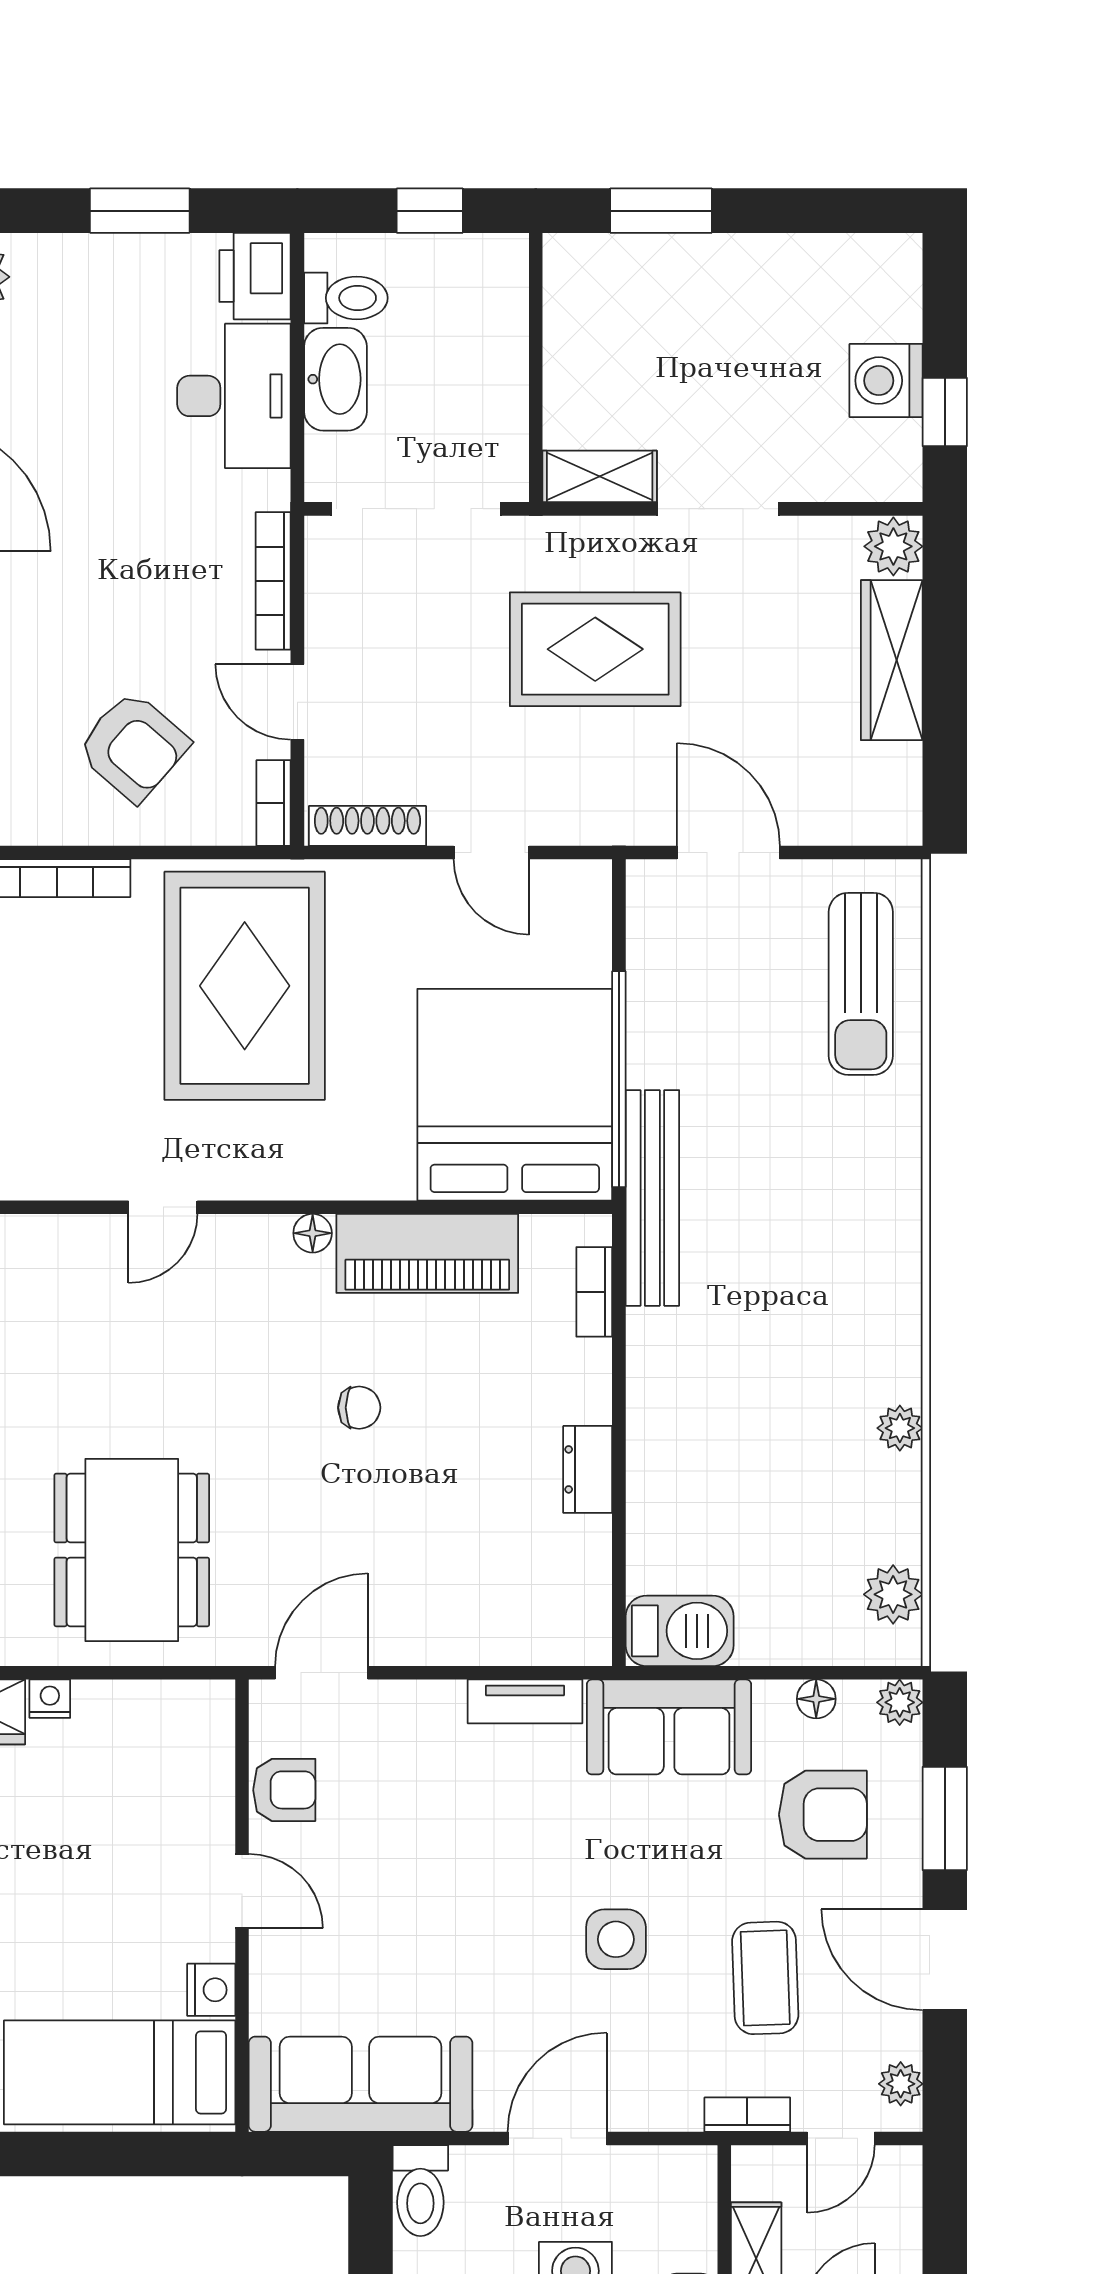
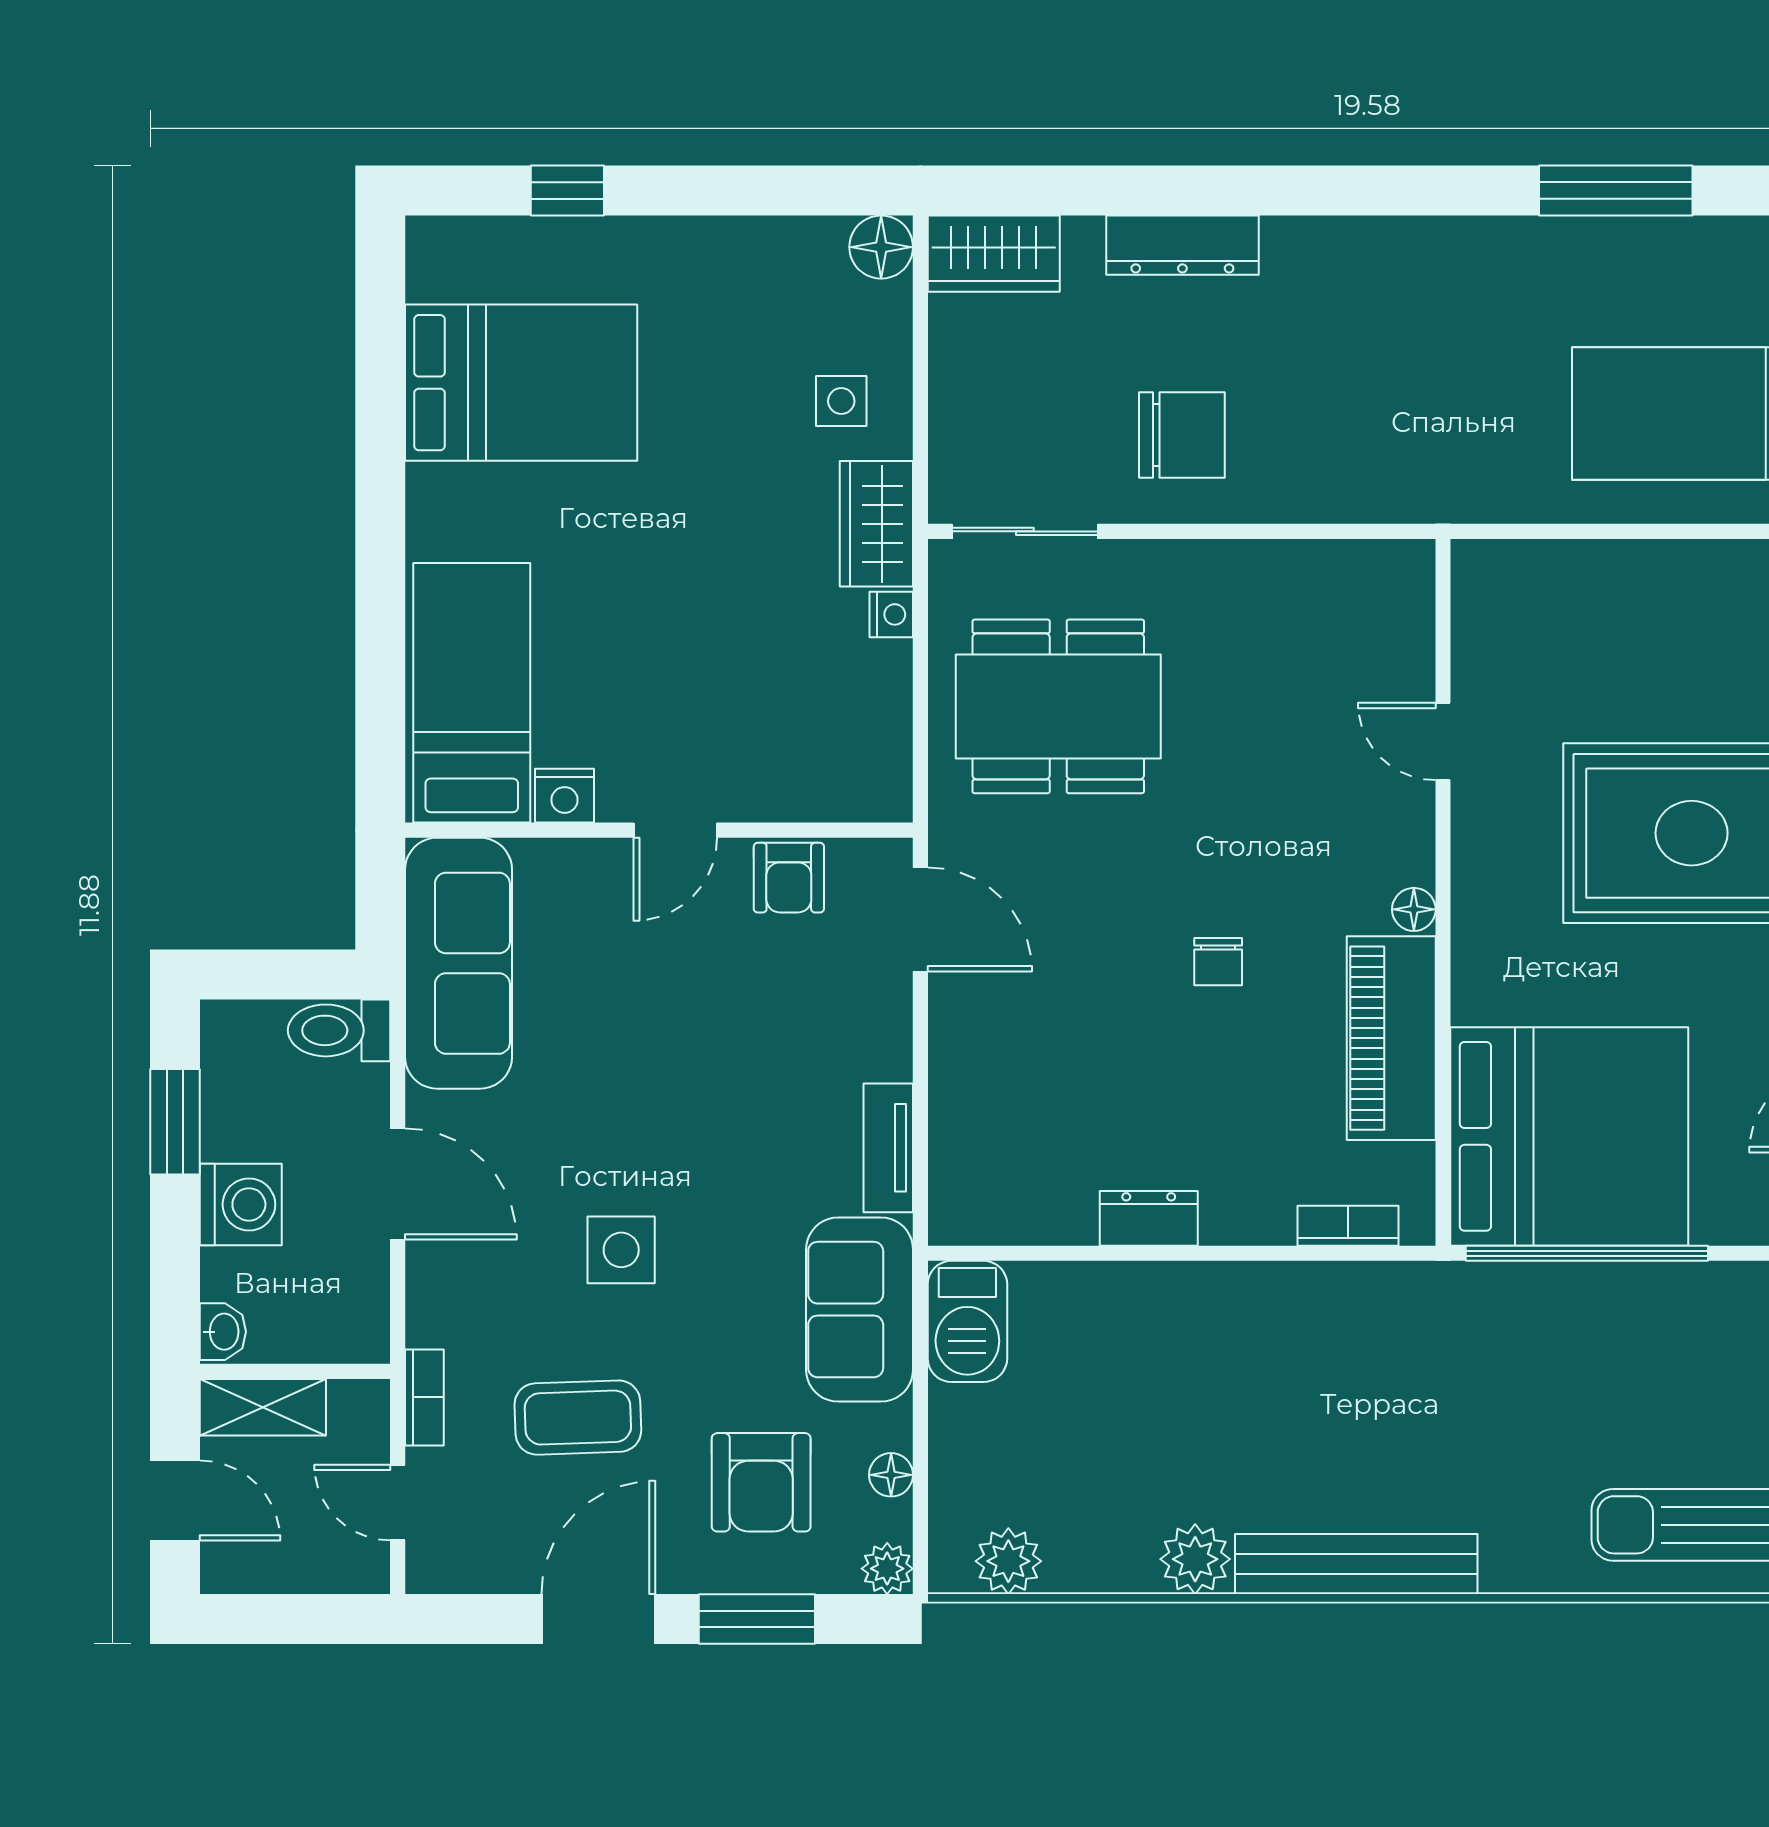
bench: (652, 1198) -> (1356, 1564), moved
plant: (900, 1428) -> (1195, 1559), width x1.38, depth x1.38
plant: (901, 2084) -> (459, 1570), removed

